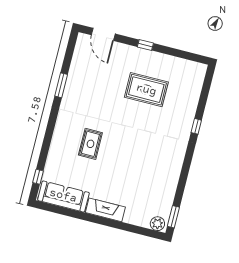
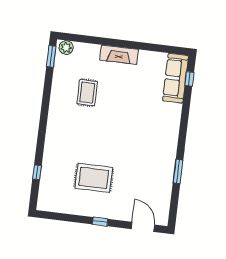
window: (196, 126) -> (37, 172), moved
rug: (90, 144) -> (87, 93), moved
sofa: (63, 196) -> (175, 78), moved, turned 90

